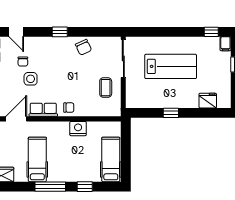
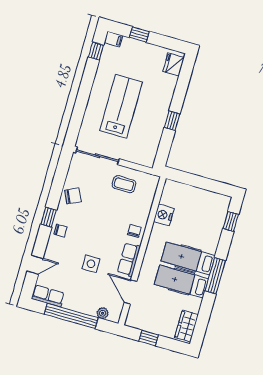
chair: (23, 61) -> (60, 230), moved
fridge: (208, 101) -> (174, 64), moved
nightstand: (78, 129) -> (164, 215), moved
hospital bed: (111, 159) -> (188, 258), moved
window: (85, 187) -> (231, 221), moved

